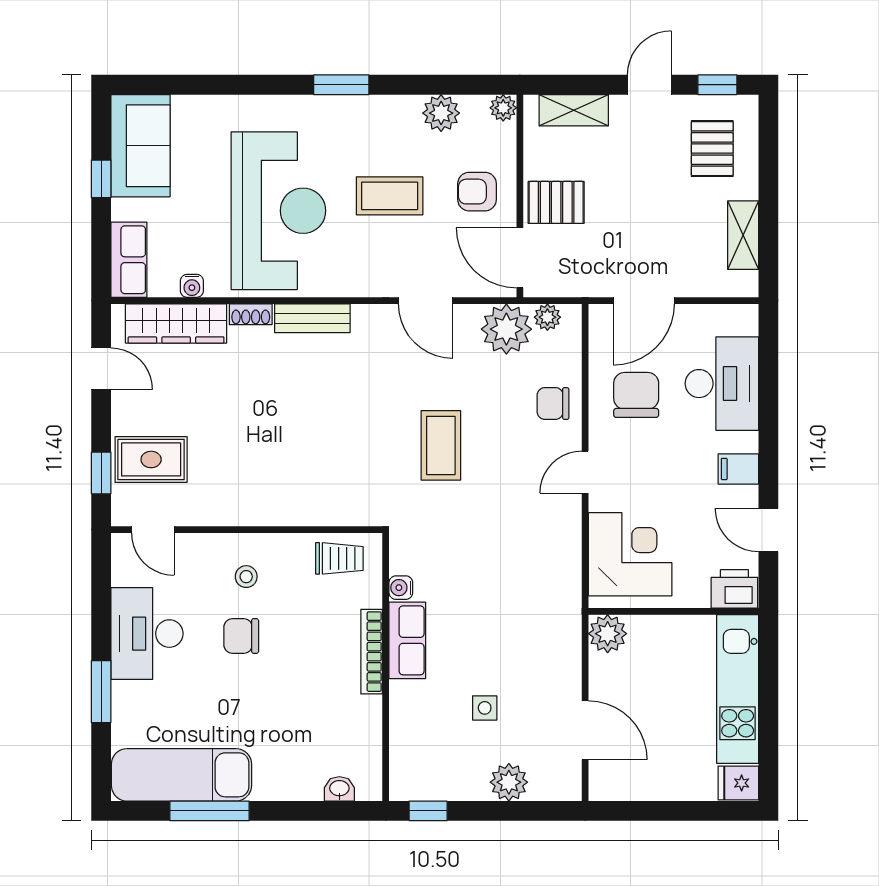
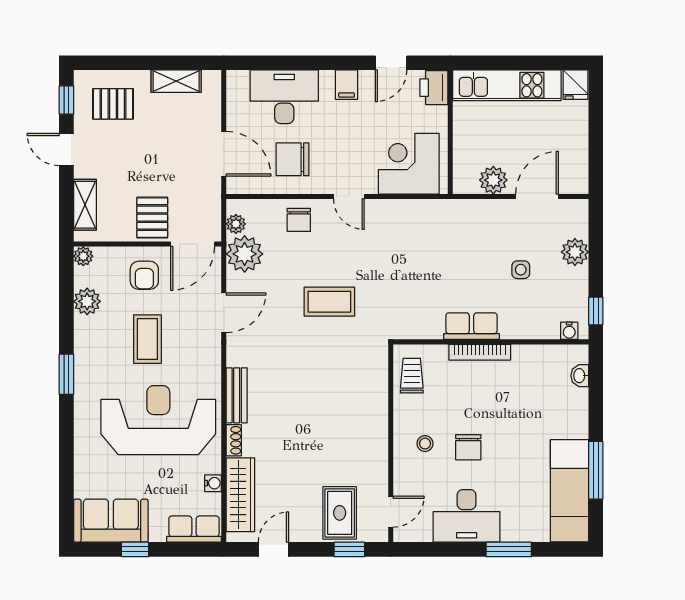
water cooler: (401, 588) -> (569, 331), moved
plant: (608, 634) -> (493, 180), moved

